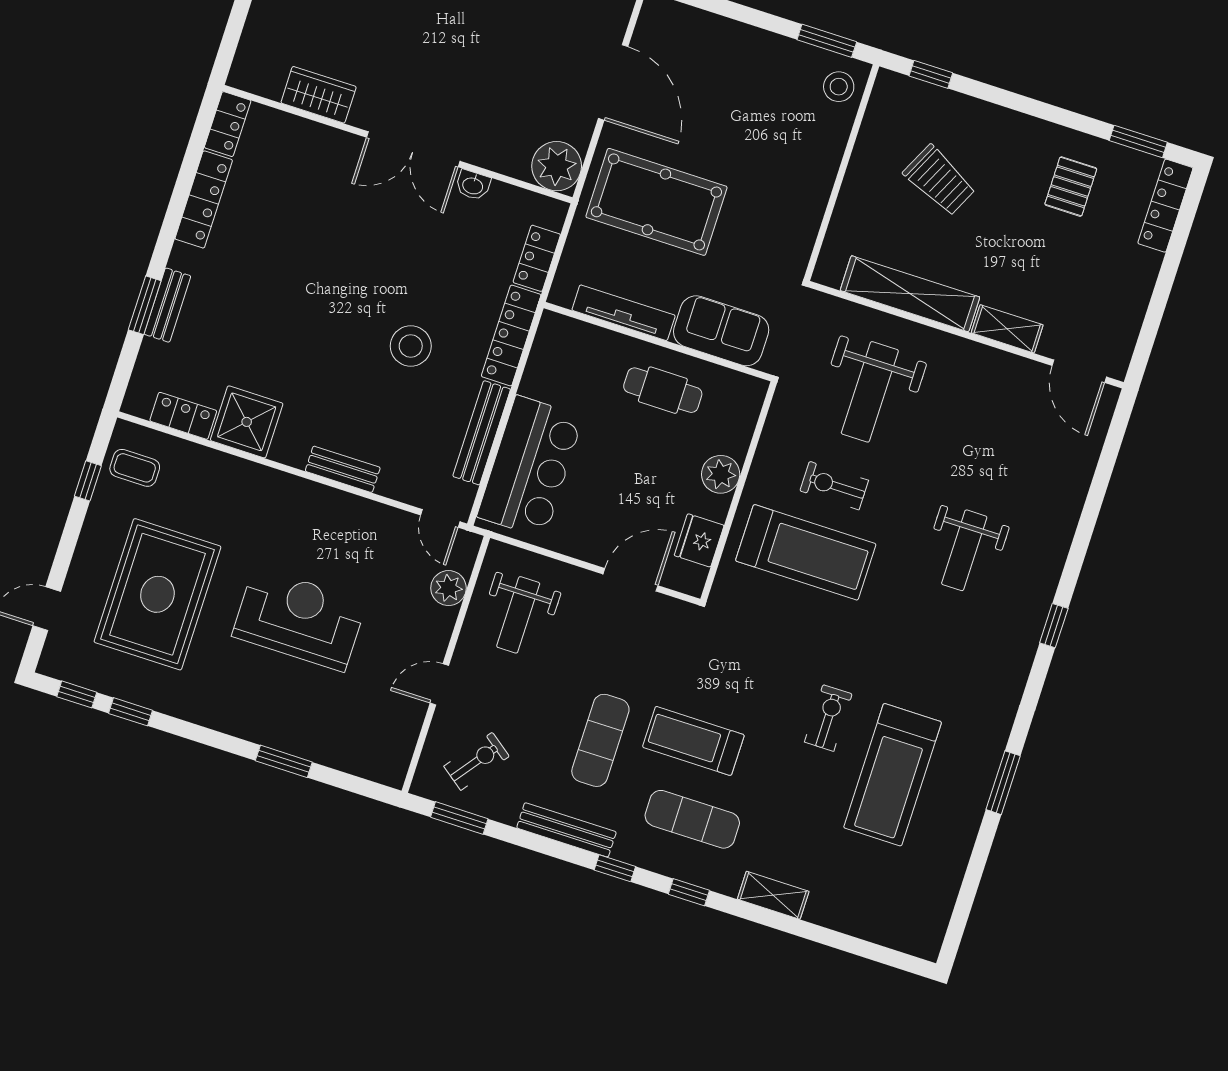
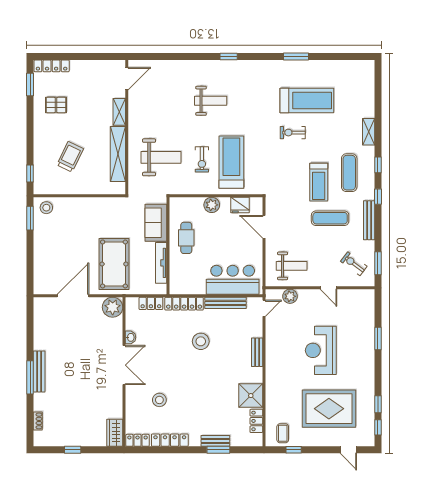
wardrobe: (319, 95) -> (115, 433), moved
stool: (305, 205) -> (159, 400), added

